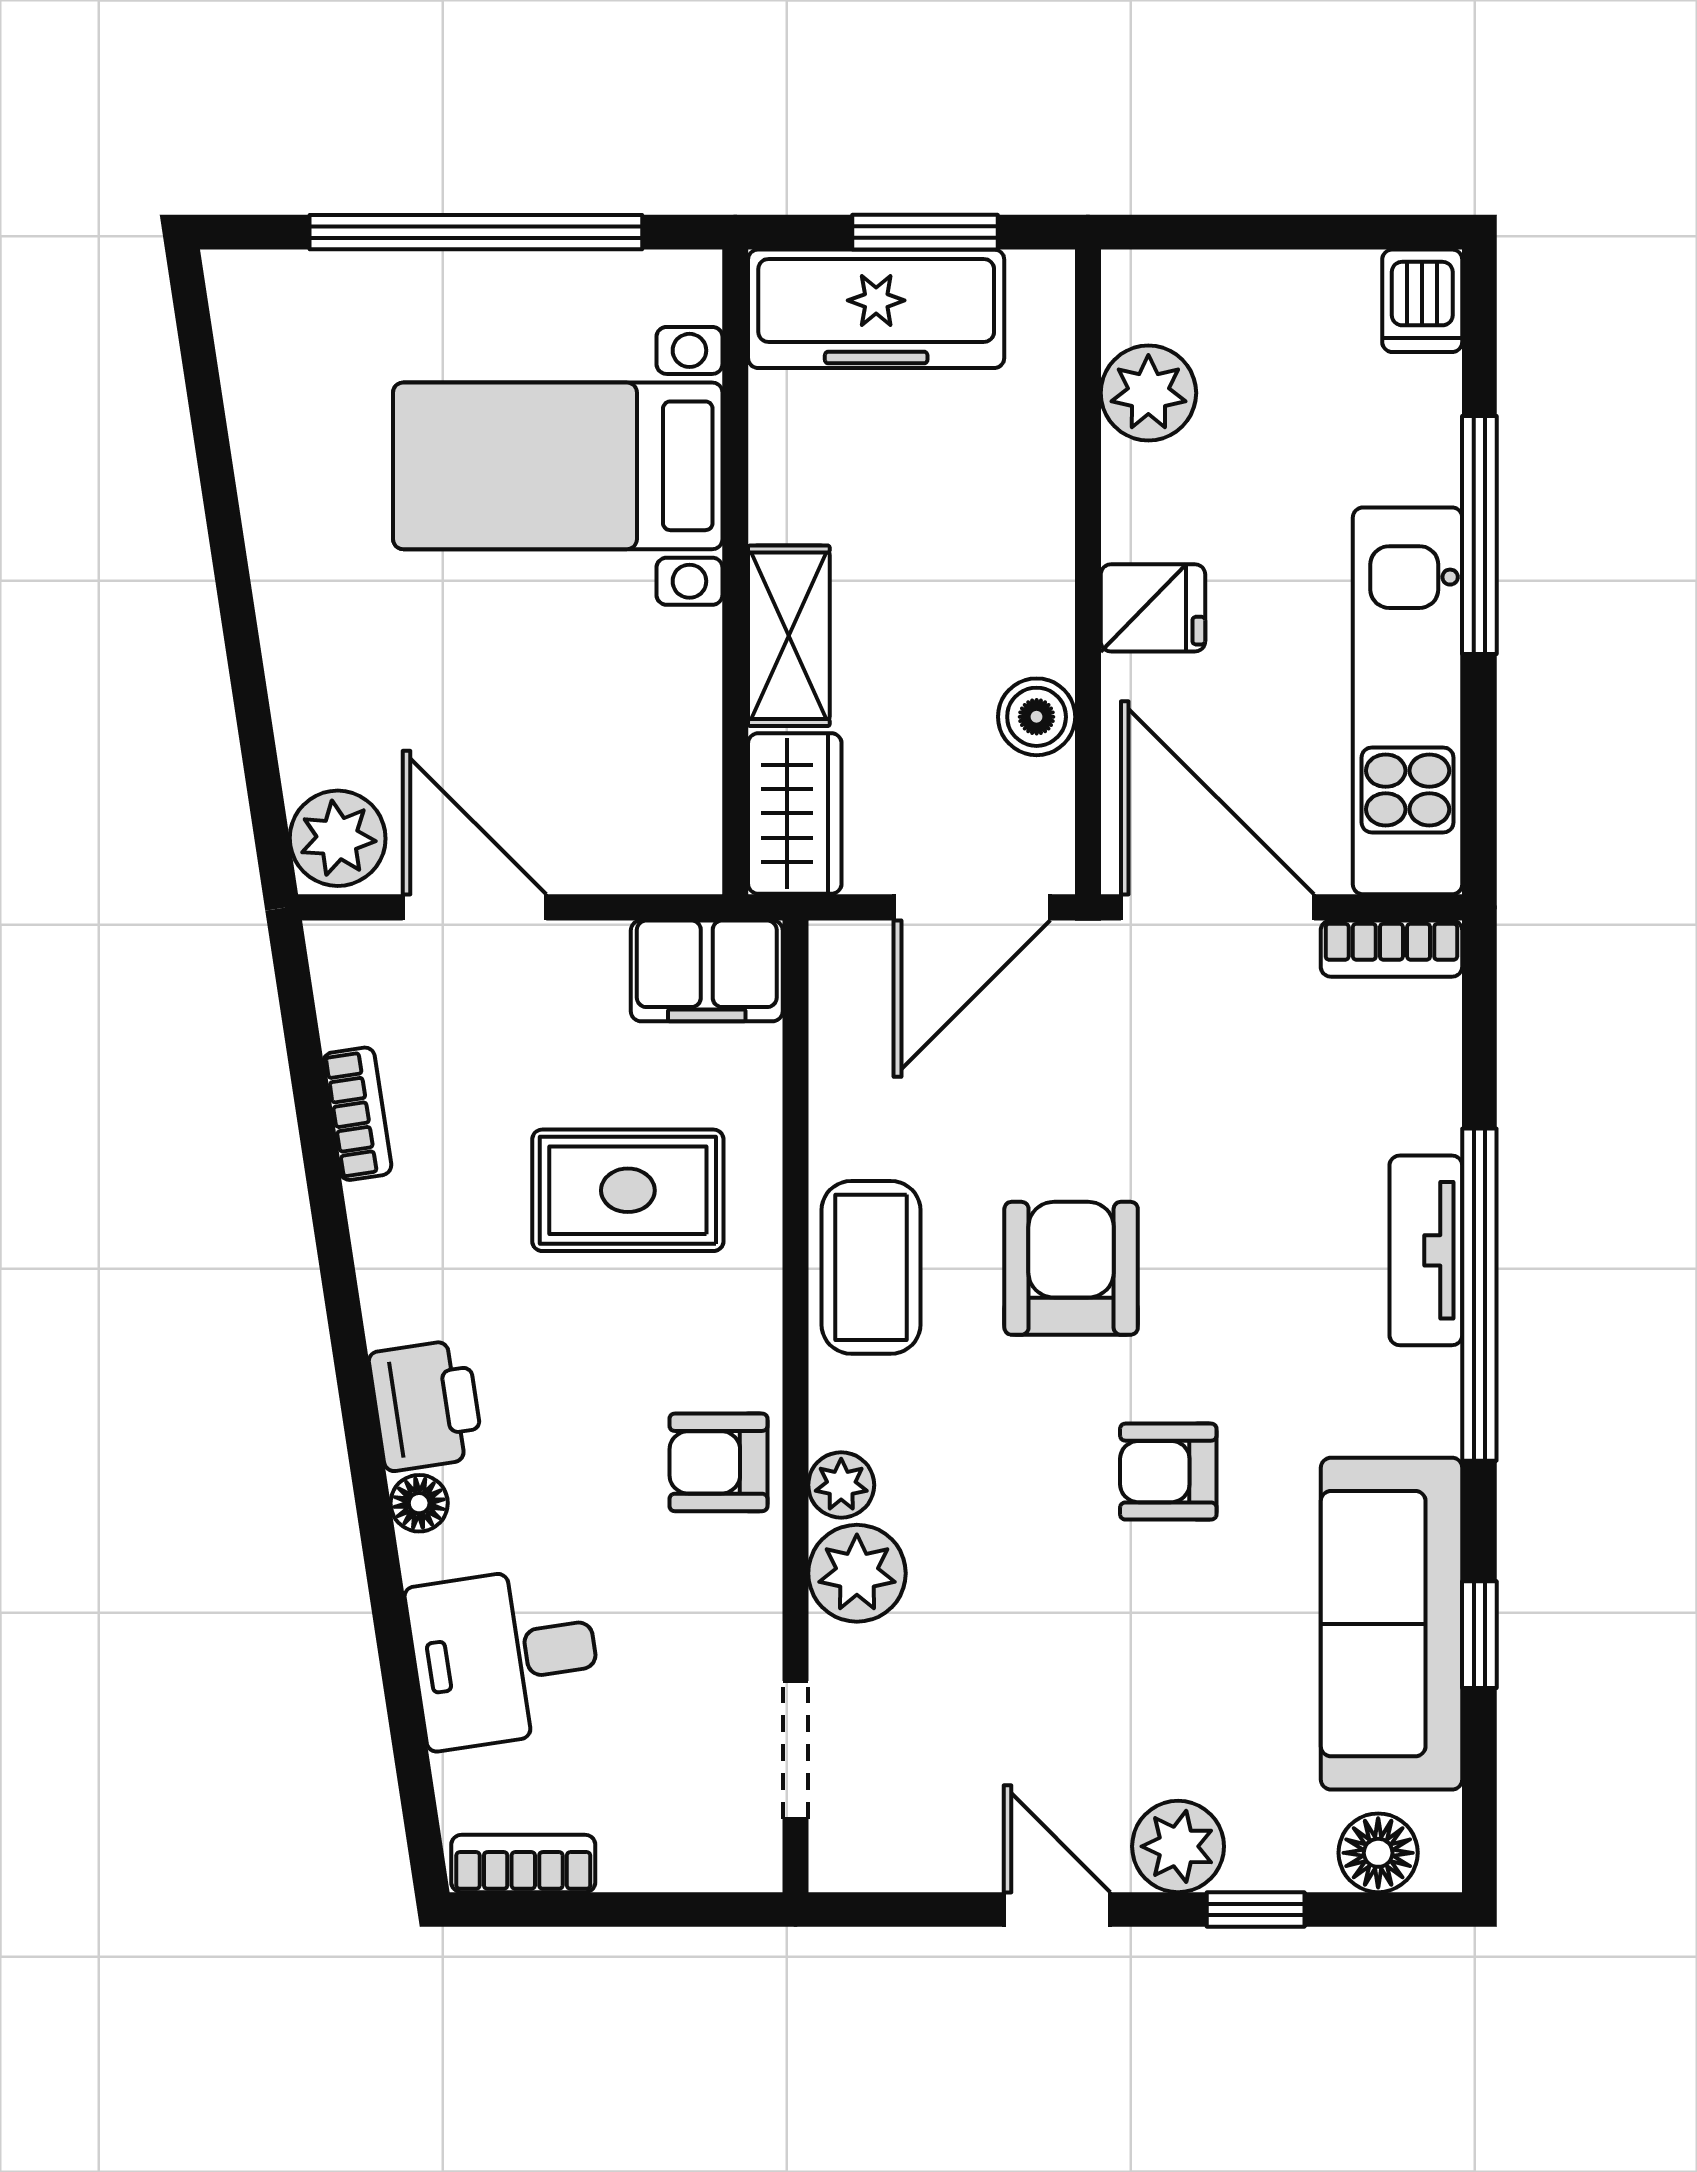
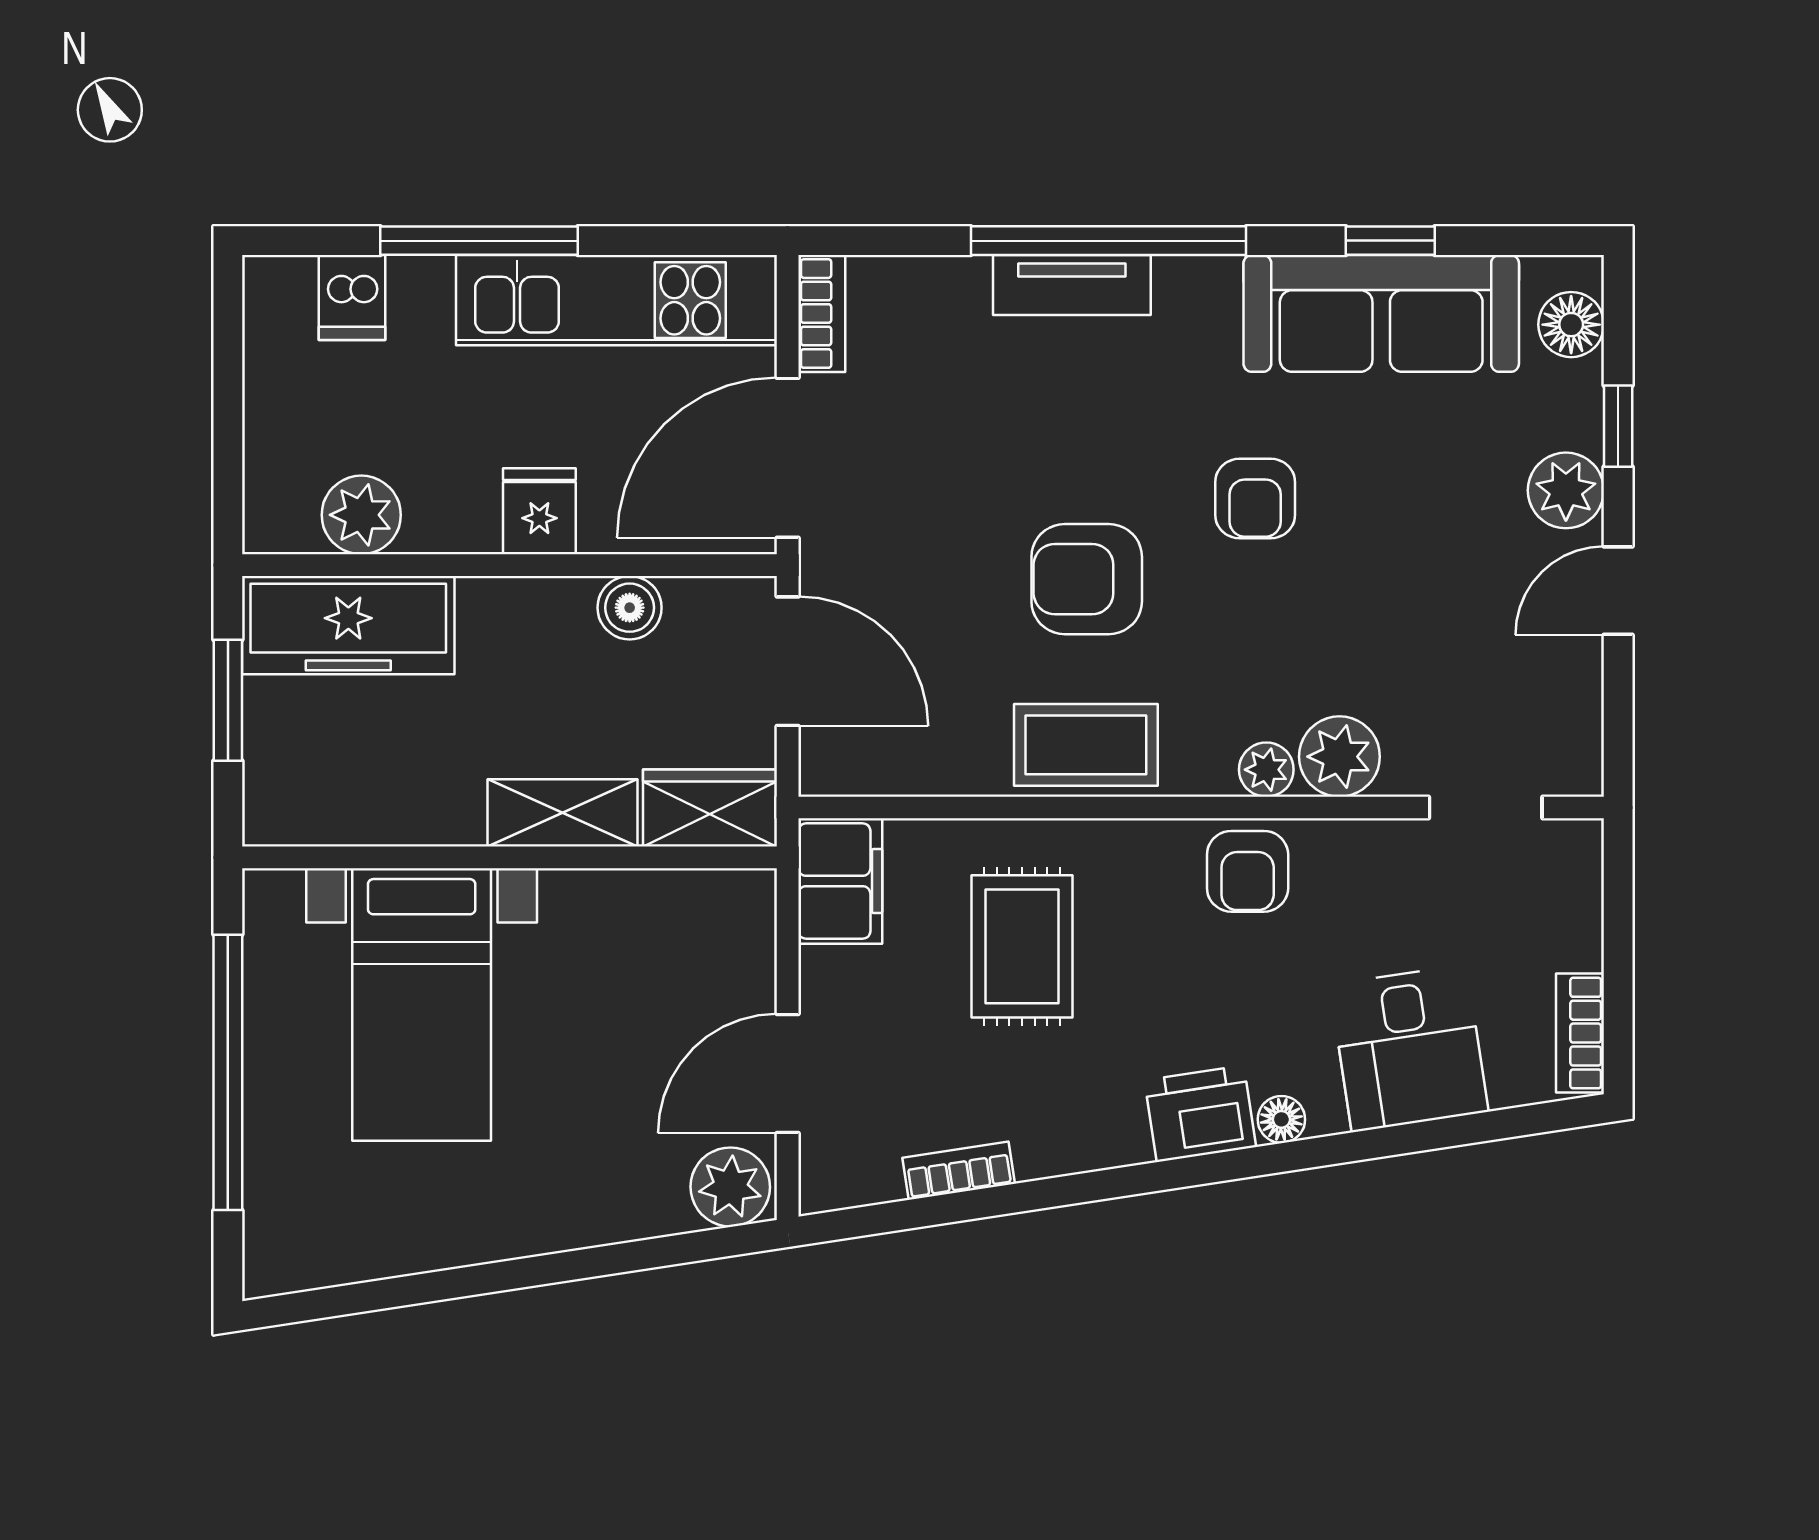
dishwasher: (1422, 301) -> (352, 298), moved, turned 90
freezer: (876, 309) -> (348, 625), moved, turned 90

